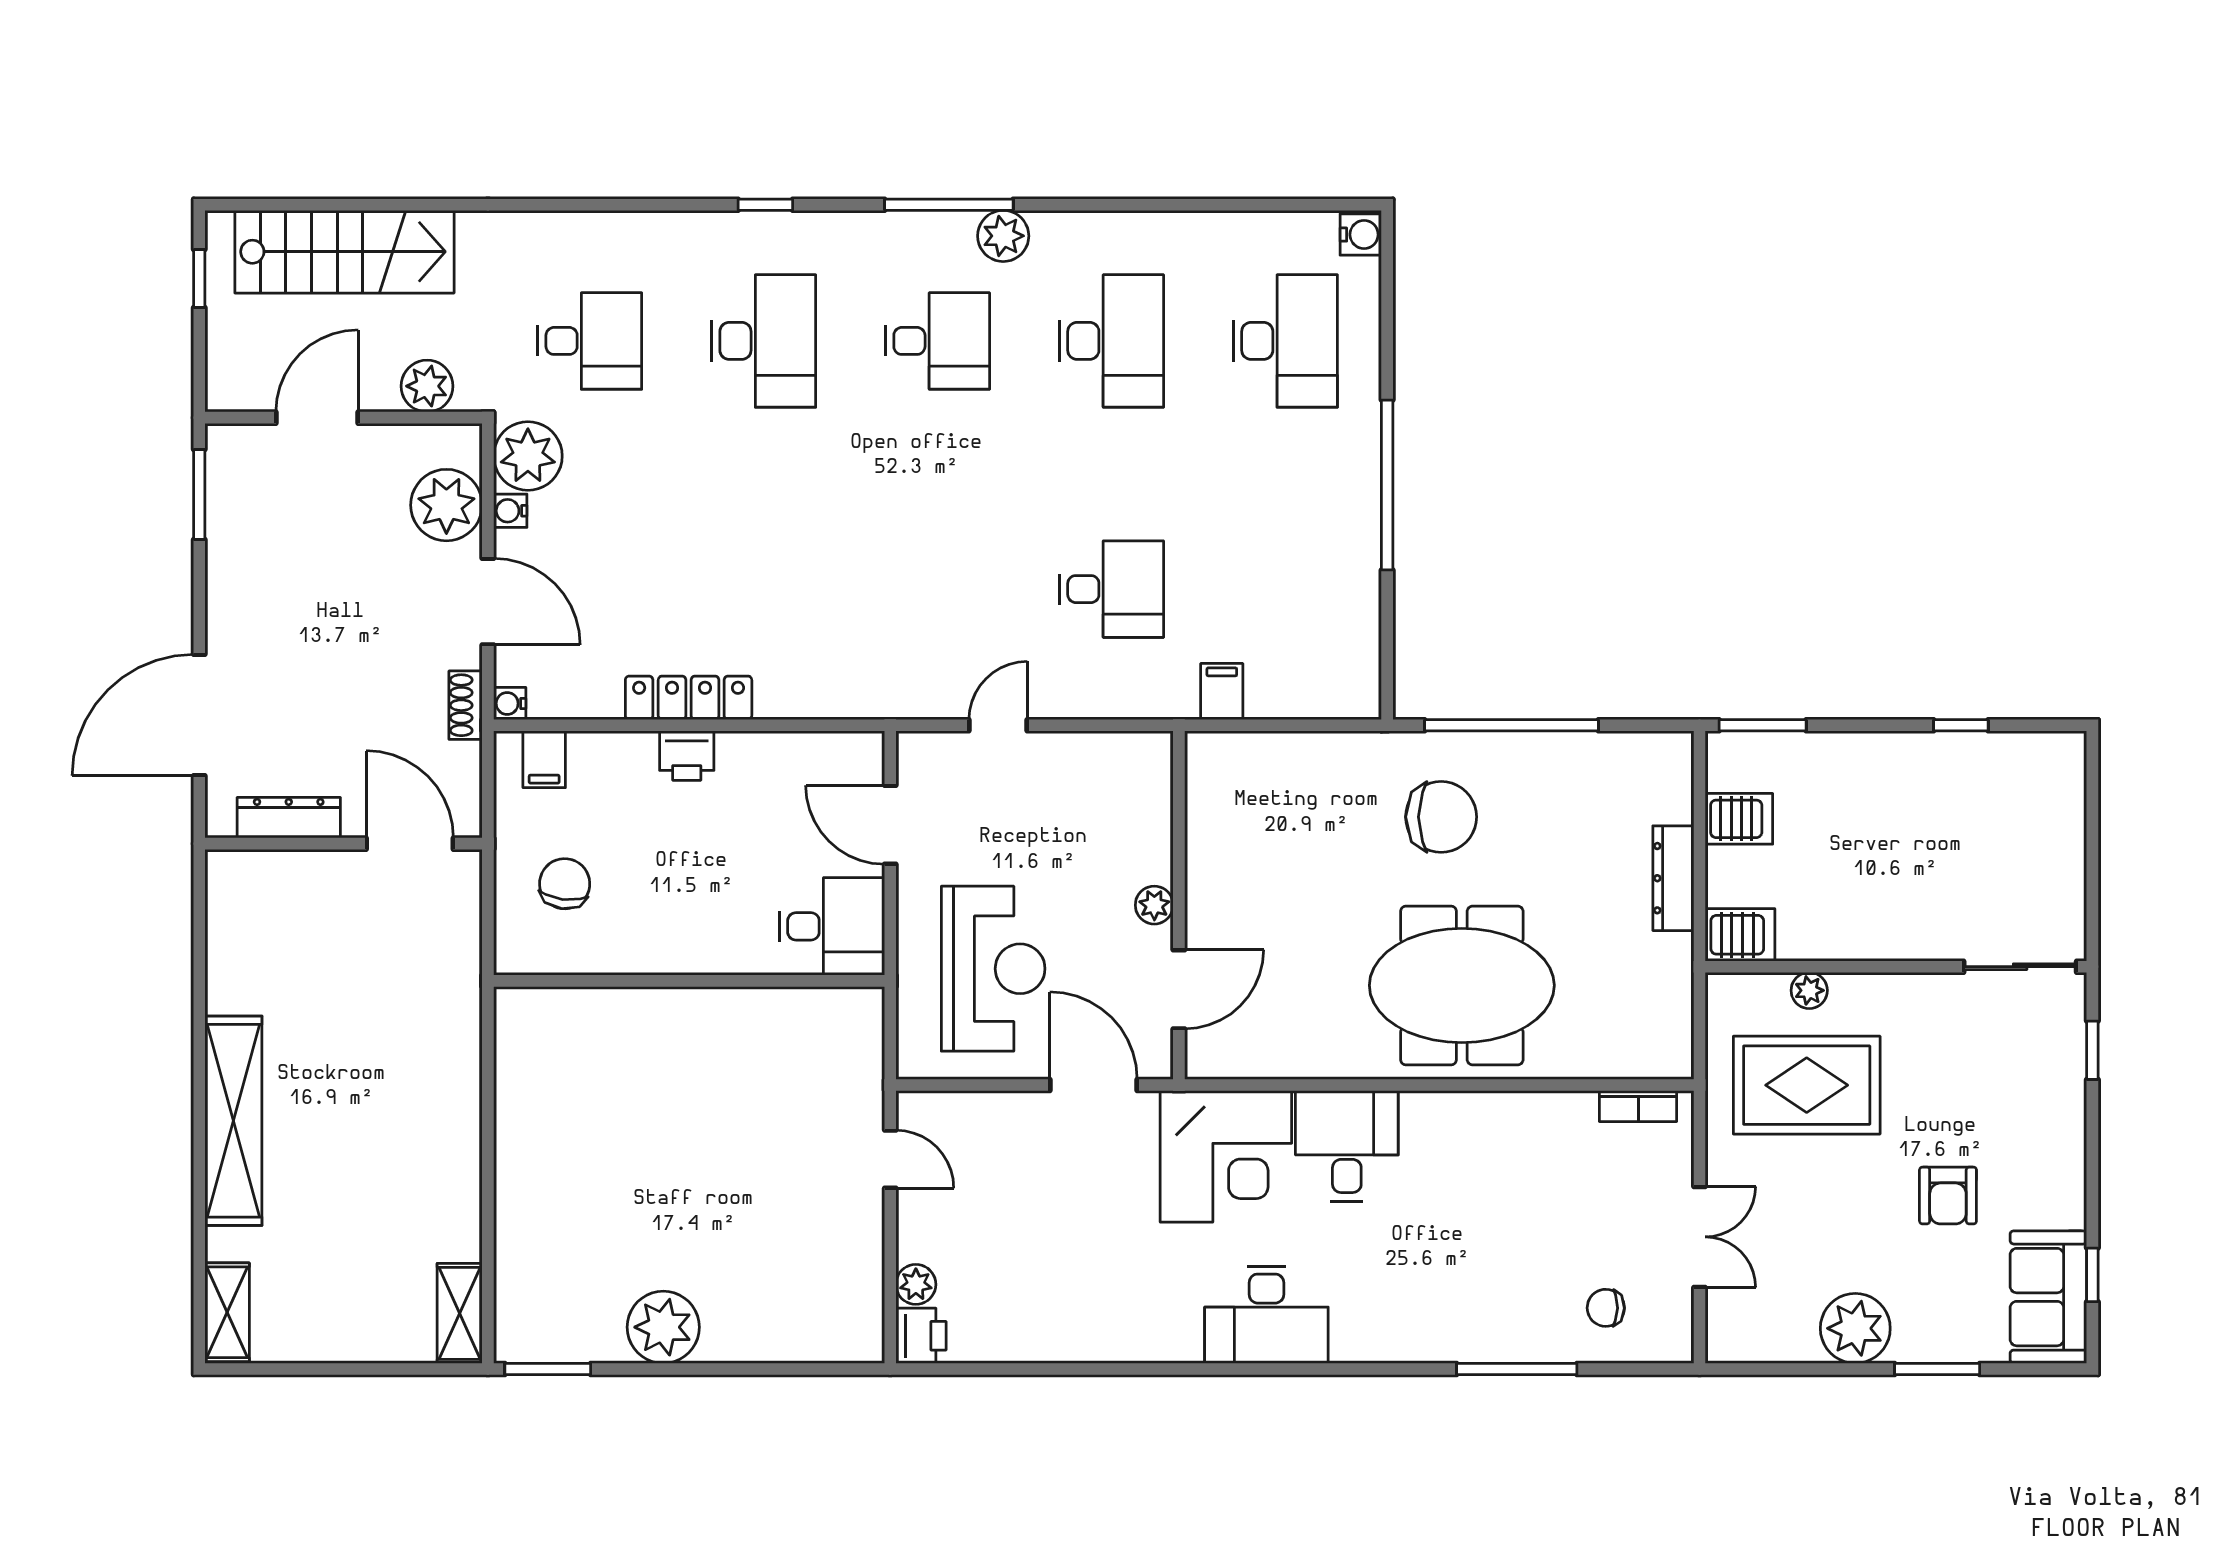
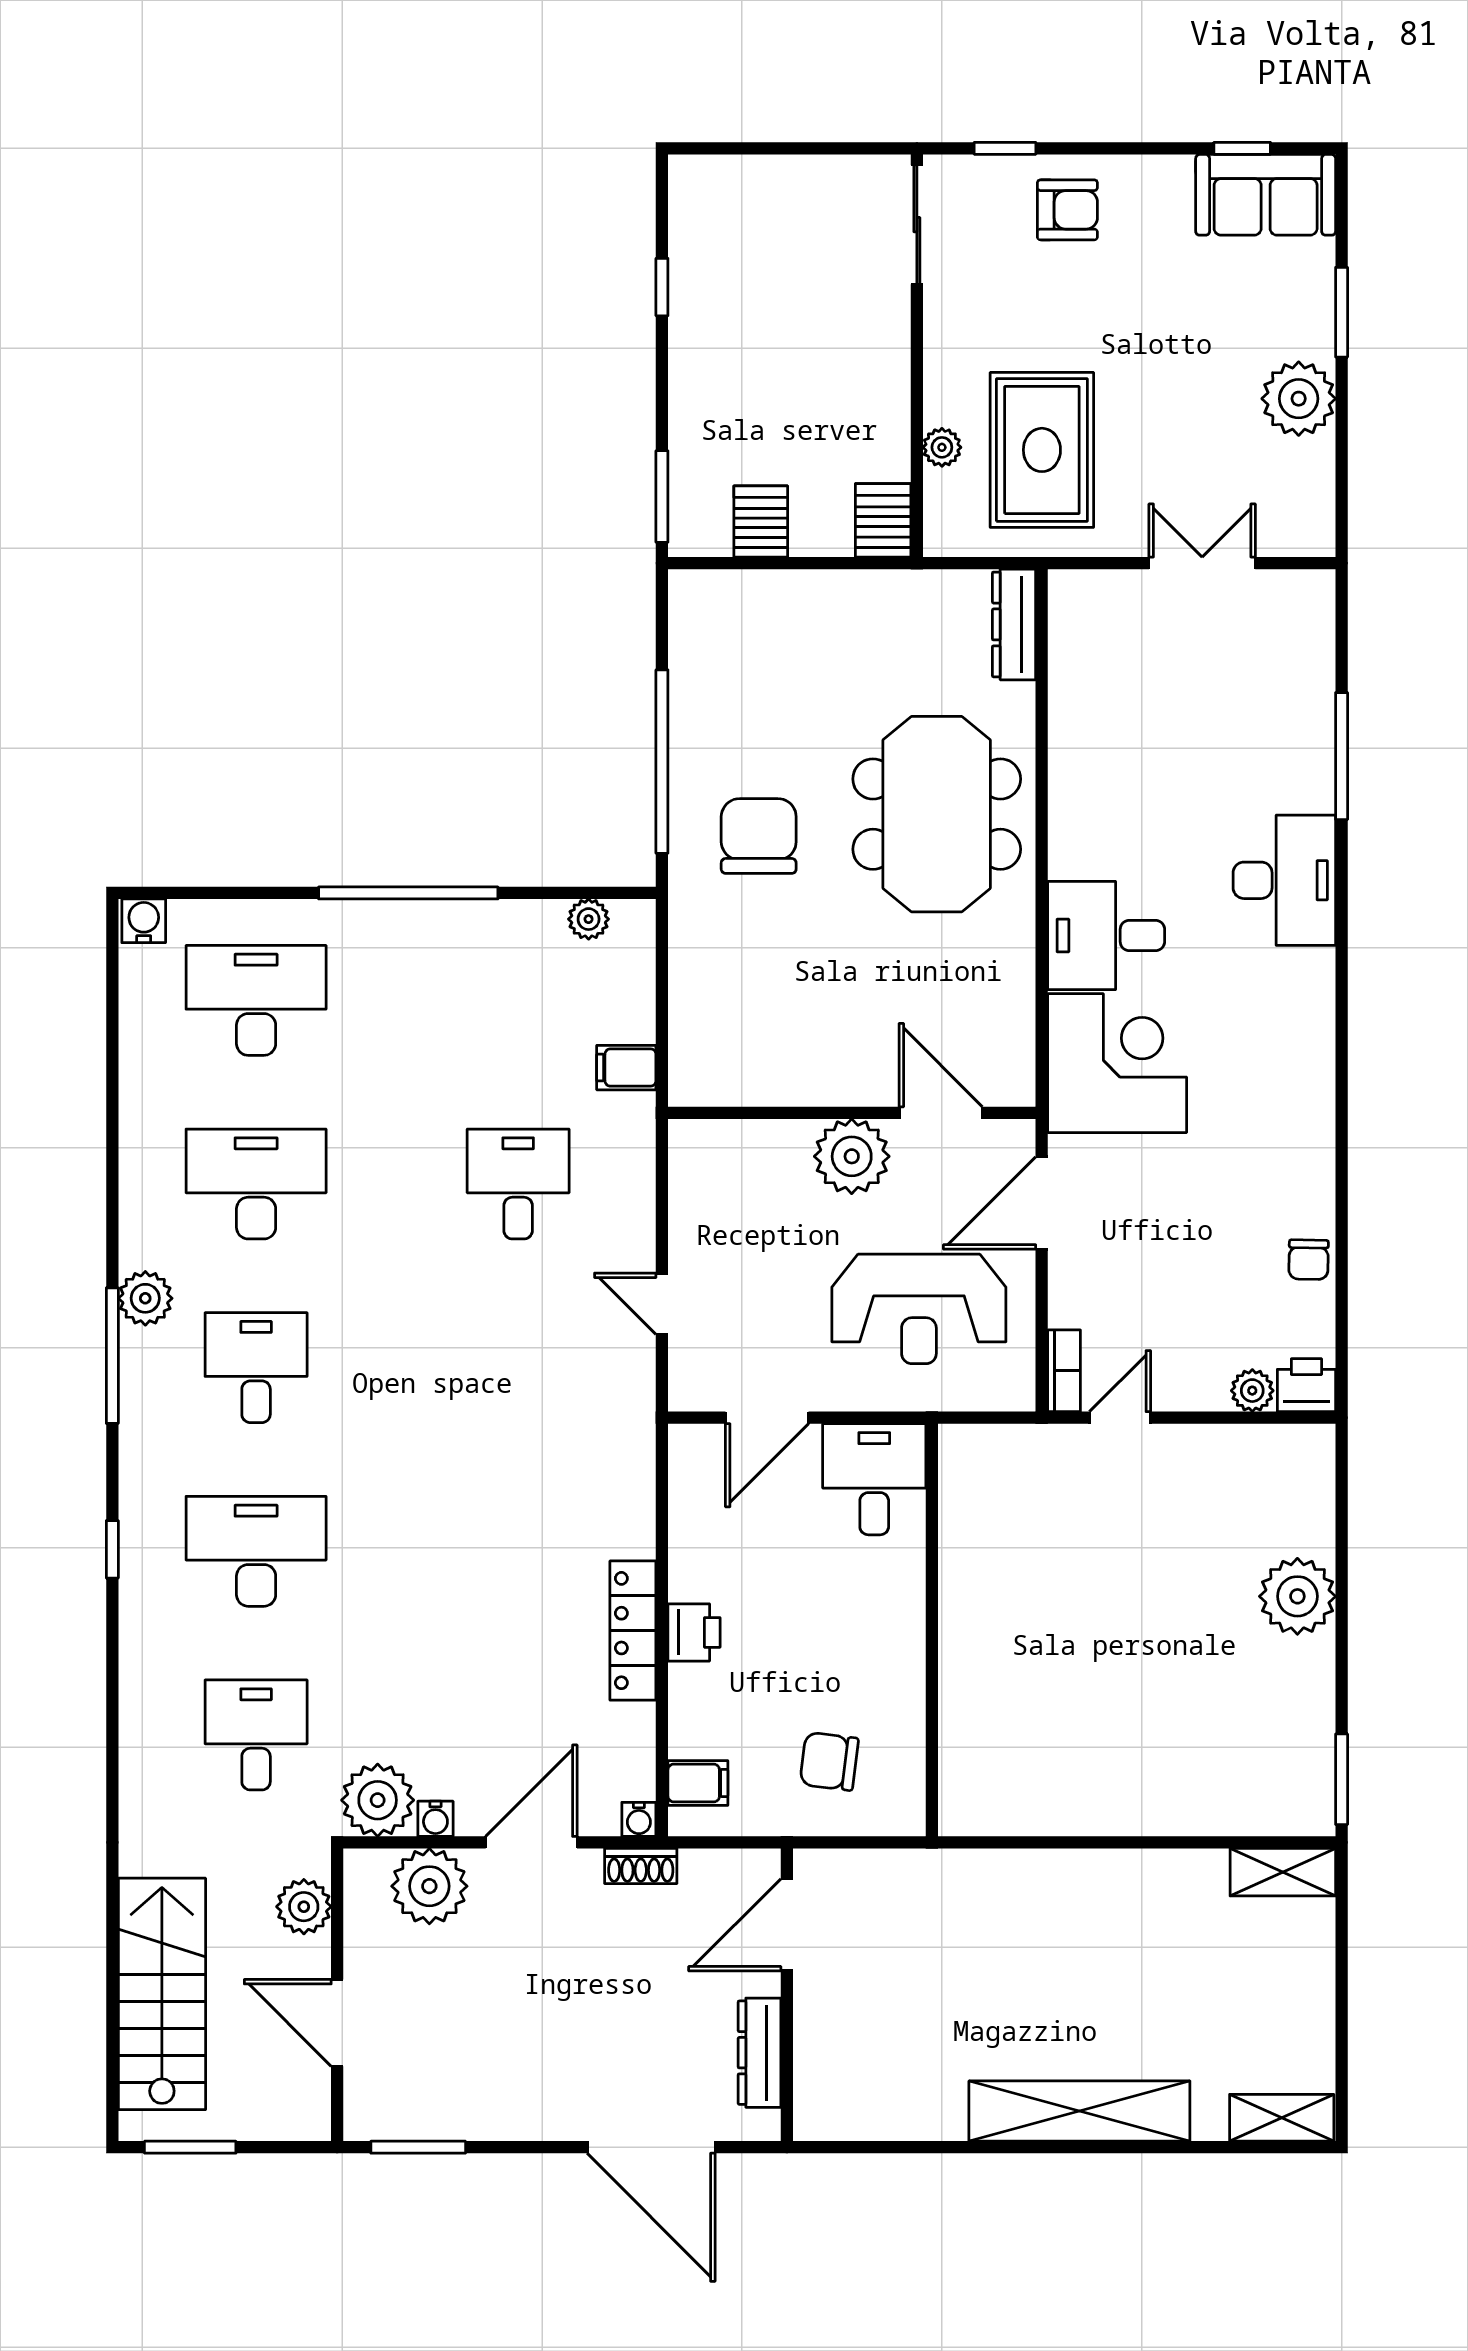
window: (199, 279) -> (190, 2147), width x1.50
plant: (1362, 656) -> (589, 919), added
dresser: (1673, 878) -> (1014, 624), moved, turned 90
plant: (1154, 905) -> (852, 1156), width x1.88, depth x1.88
reception desk: (993, 969) -> (919, 1309), turned 180
bookcase: (1638, 1106) -> (1064, 1371), moved
armchair: (1948, 1195) -> (1067, 210), moved
chair: (1606, 1308) -> (1309, 1260), moved
desk: (1266, 1315) -> (1284, 880), moved
plant: (663, 1327) -> (1297, 1596), moved

